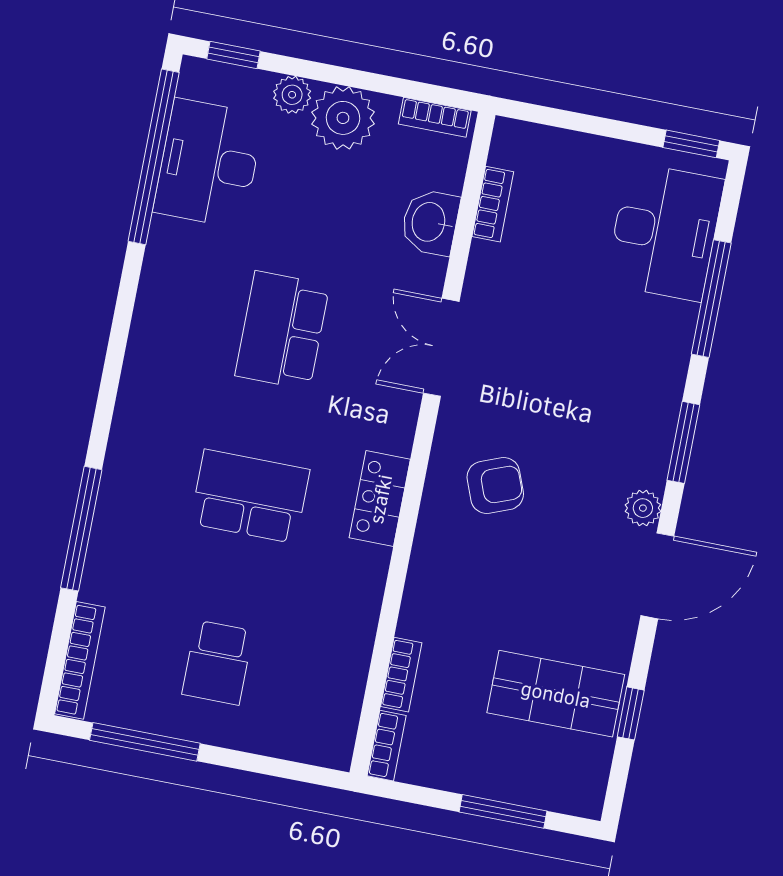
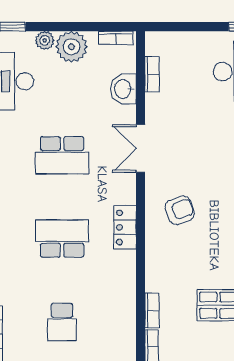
school desk: (282, 330) -> (62, 155), turned -90

